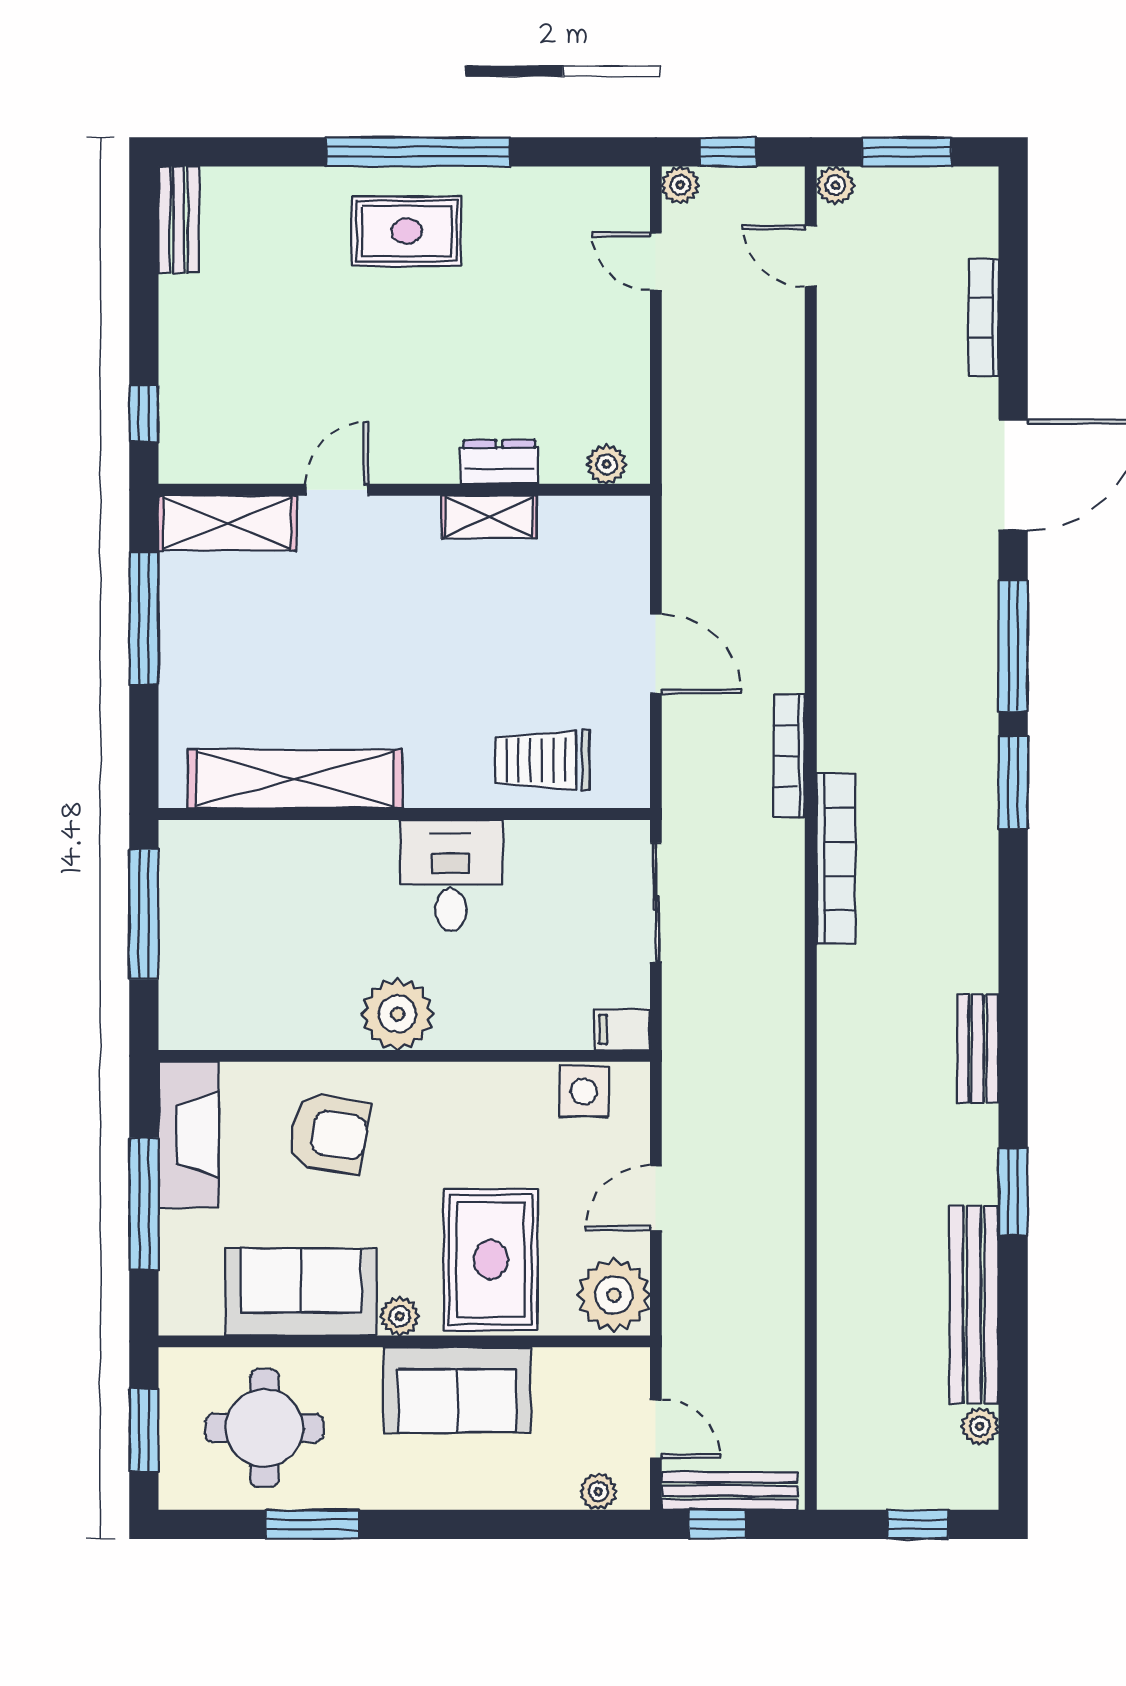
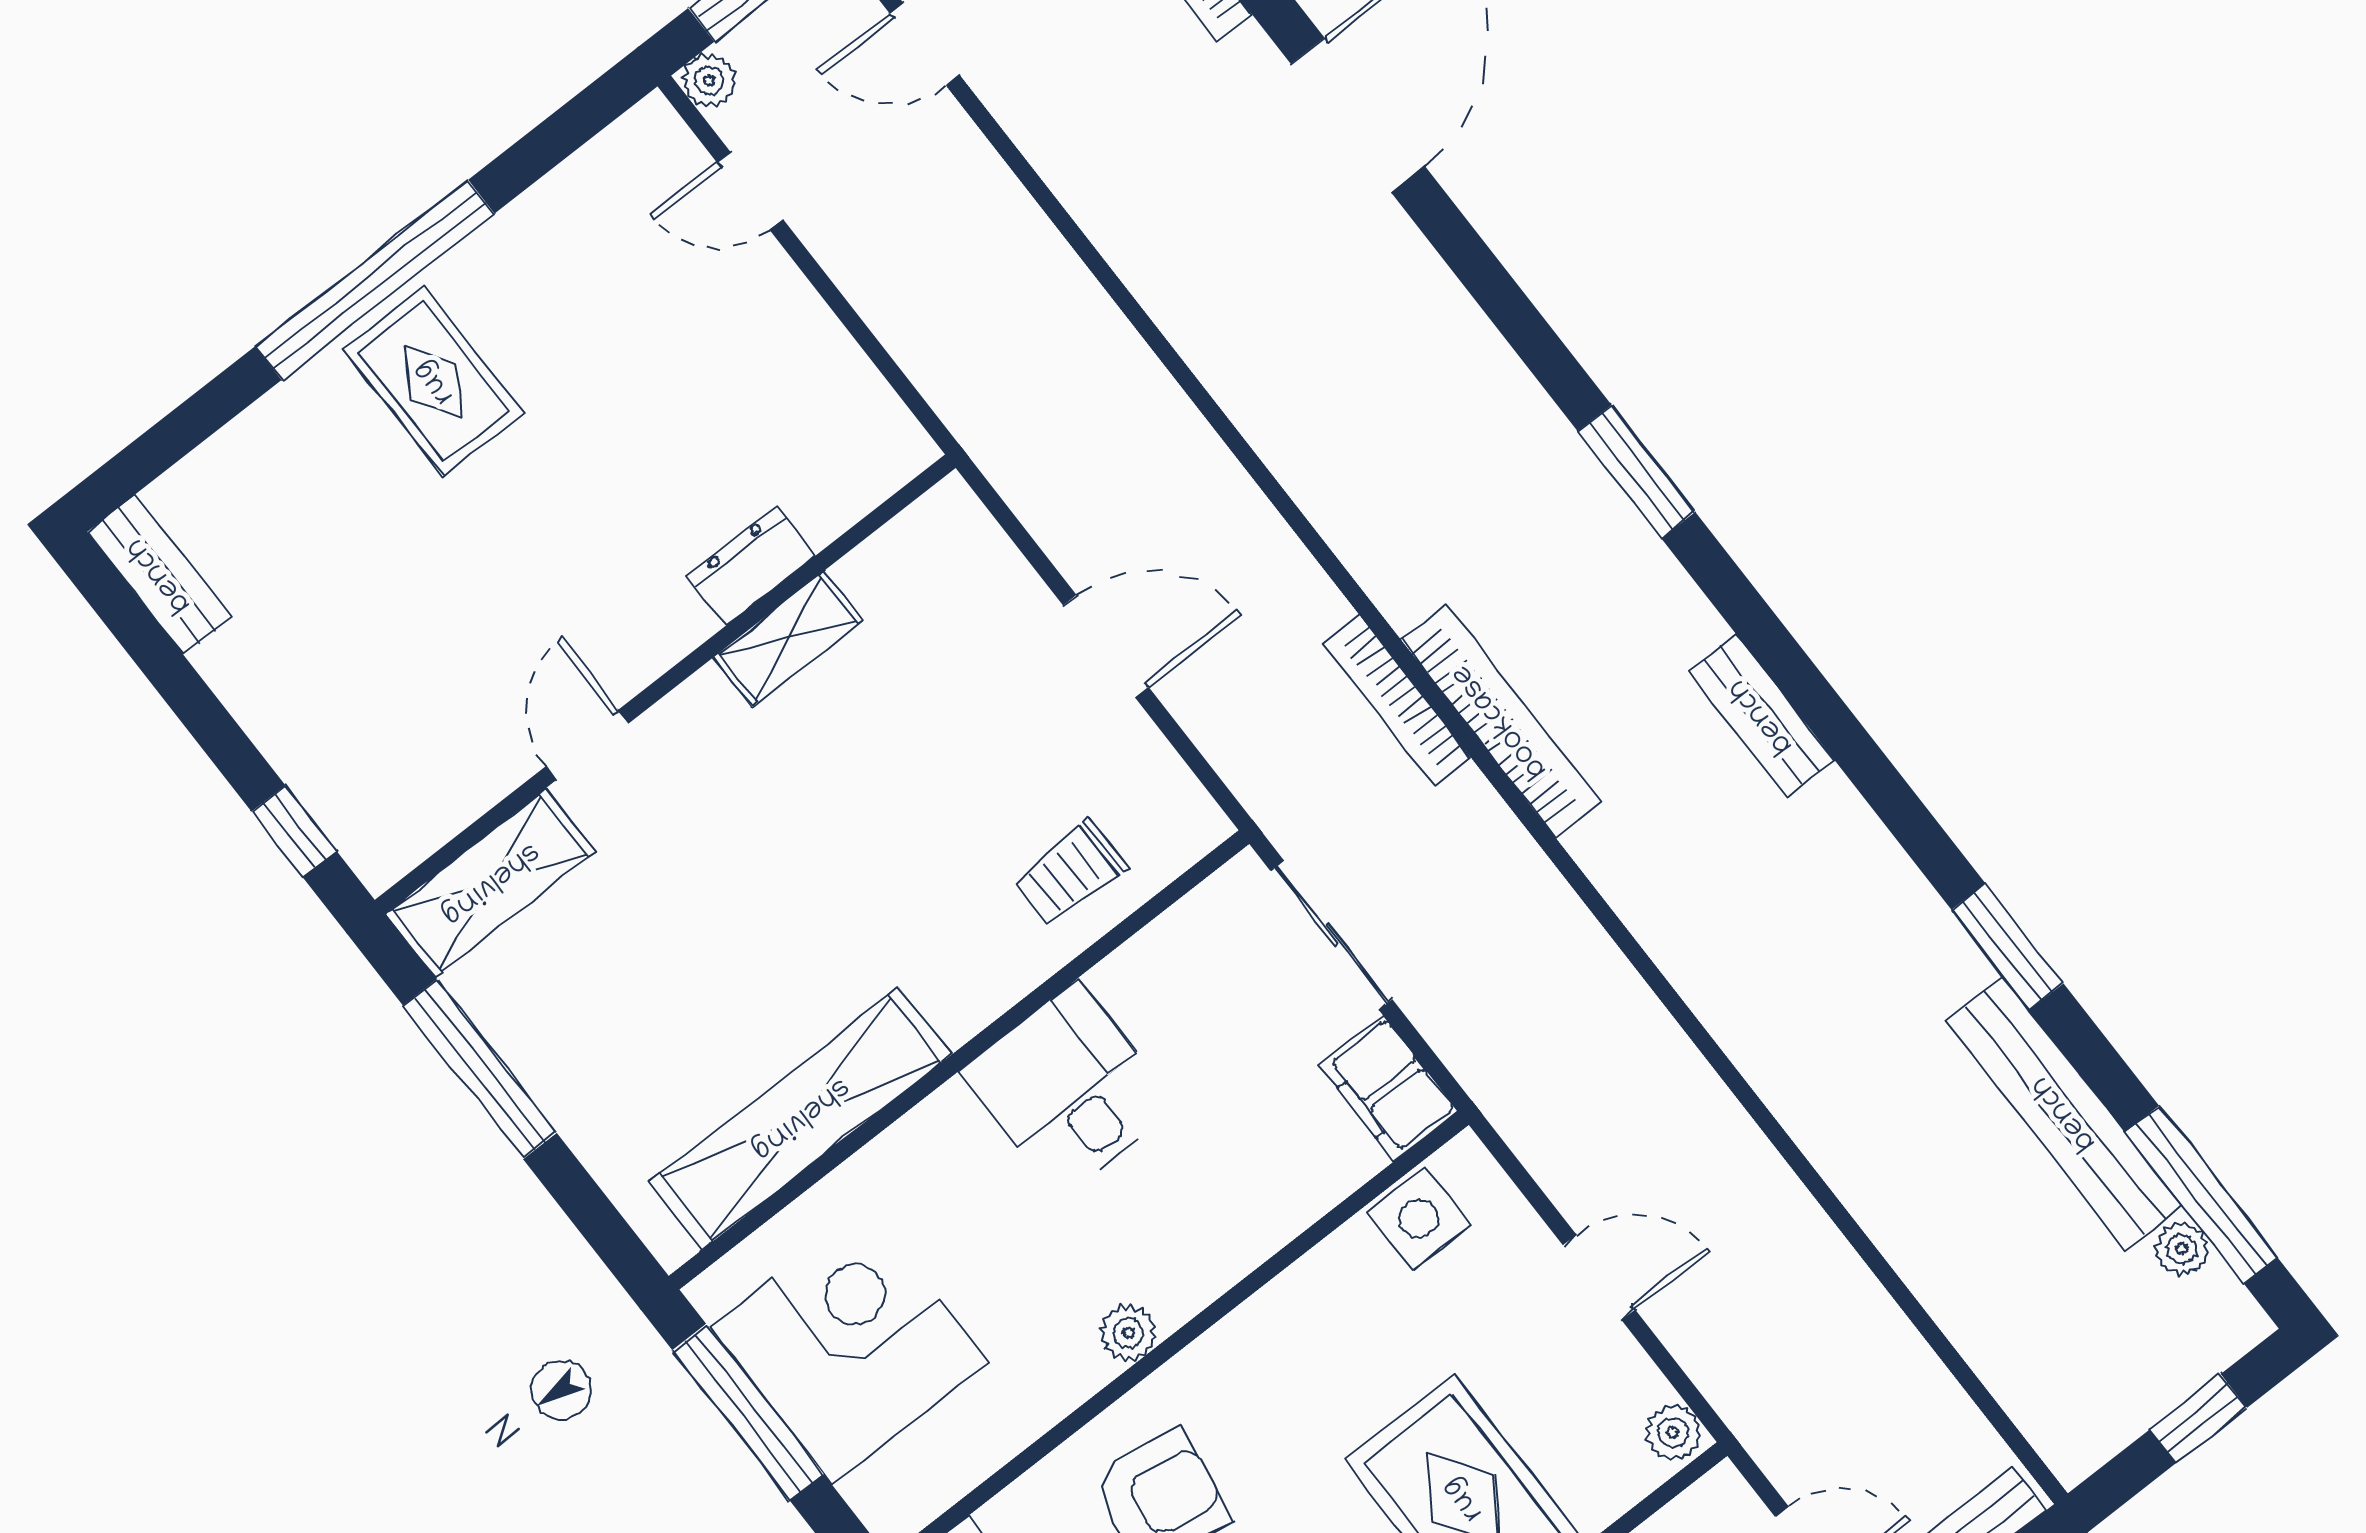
rug: (407, 231) -> (434, 382), turned 90
plant: (606, 464) -> (877, 471), removed
window: (1013, 646) -> (2201, 1195), moved
bookcase: (789, 756) -> (1397, 700), moved
trolley: (542, 760) -> (1070, 872), width x0.73, depth x0.72
corner desk: (226, 920) -> (849, 1345), added
plant: (398, 1014) -> (1128, 1333), width x0.53, depth x0.53
filing cabinet: (623, 1029) -> (1389, 1088), width x2.00
bench: (978, 1049) -> (1761, 716), moved
door: (656, 1198) -> (1599, 1277), swing flipped
plant: (614, 1295) -> (1673, 1432), width x0.53, depth x0.53

